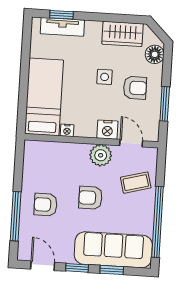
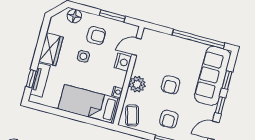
wardrobe: (122, 34) -> (51, 49), moved
armchair: (135, 88) -> (96, 35), turned 90
plant: (101, 155) -> (137, 84), moved
coffee table: (136, 183) -> (132, 115), moved

